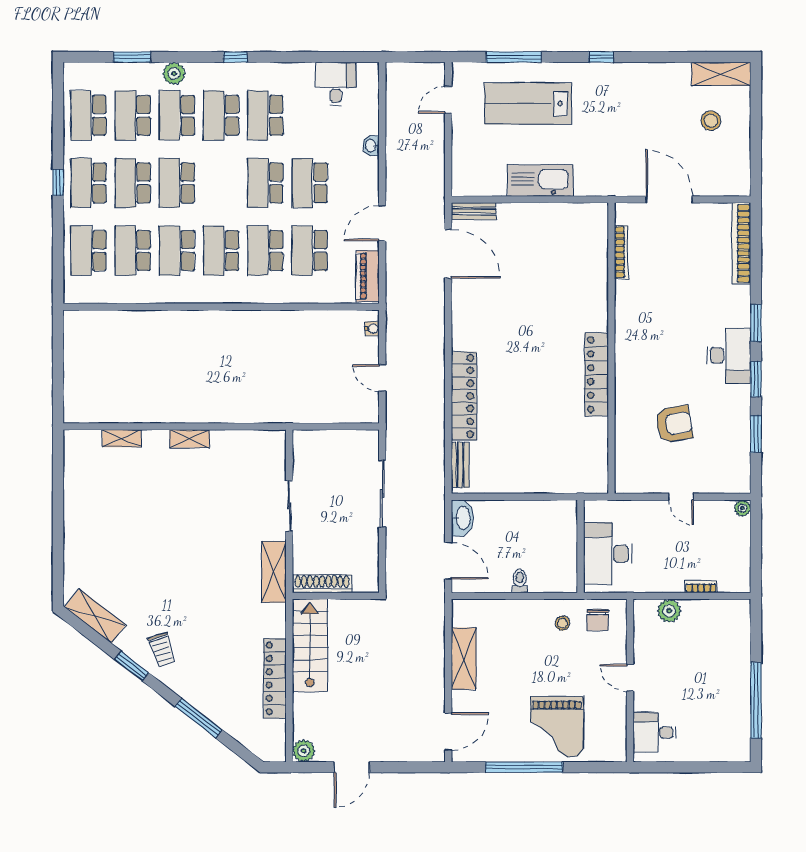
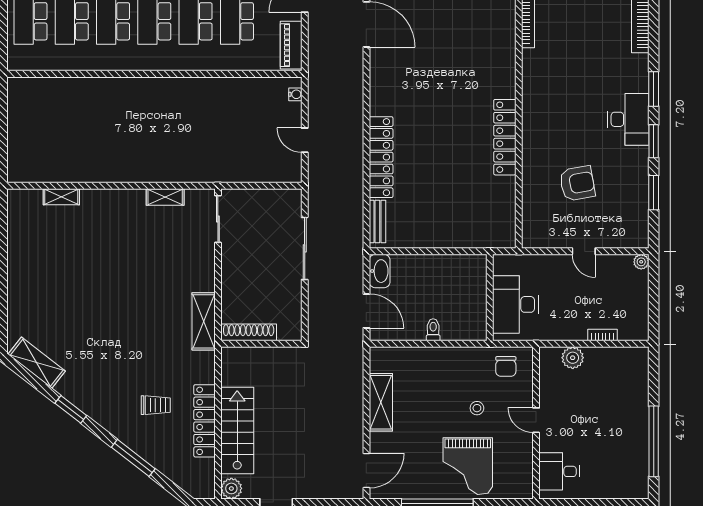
shelving: (190, 439) -> (165, 197), moved
sliding door: (289, 506) -> (218, 219), moved
stool: (562, 623) -> (477, 408), moved
stairs: (310, 645) -> (237, 430), moved
trolley: (162, 650) -> (156, 405), moved, turned -72

